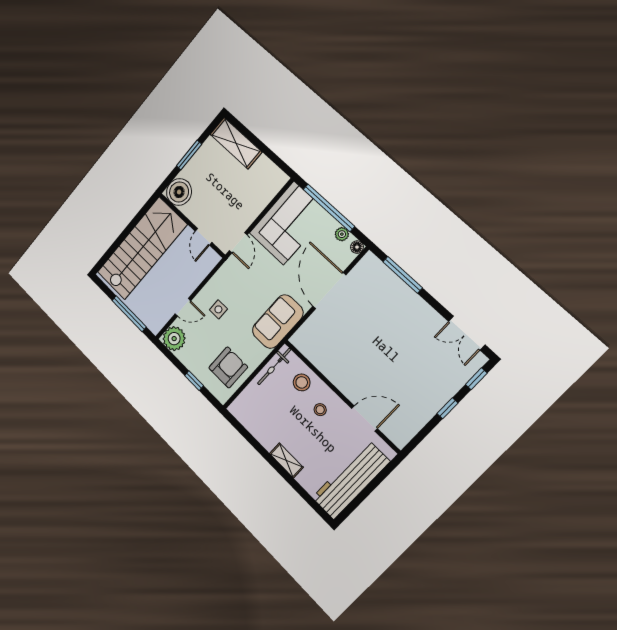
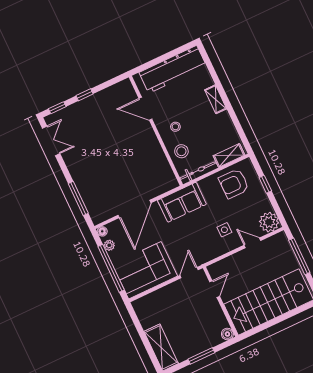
boiler: (179, 192) -> (227, 334), width x0.54, depth x0.54
shelving: (246, 399) -> (229, 155), added

